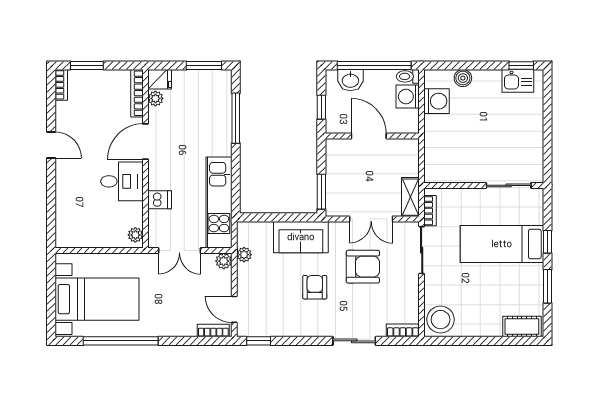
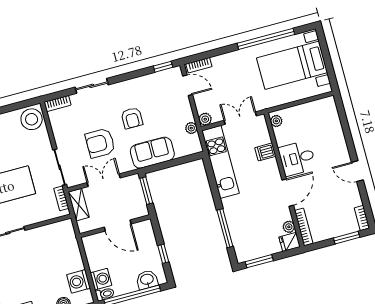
door: (369, 136) -> (118, 225), moved
wall: (372, 136) -> (115, 226), moved

